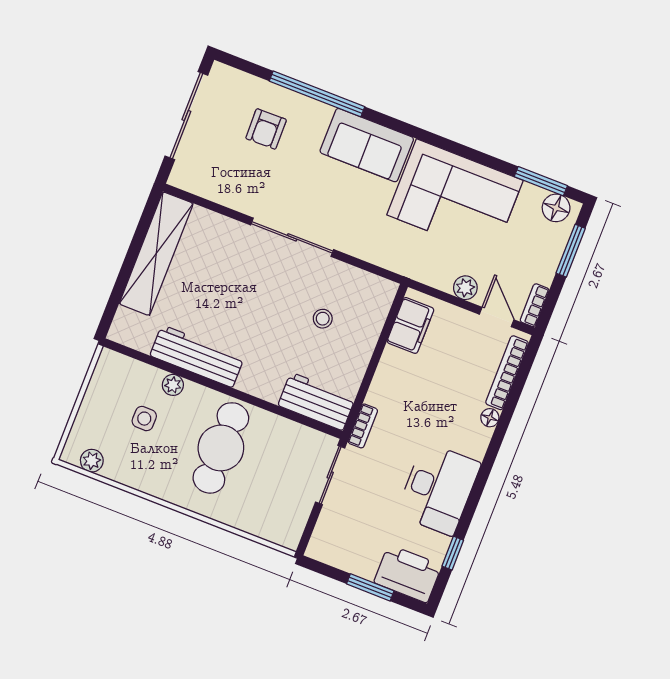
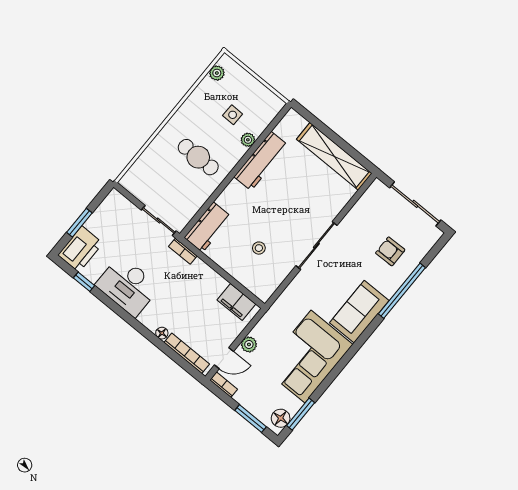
cafe table: (221, 448) -> (198, 157), width x0.73, depth x0.74

